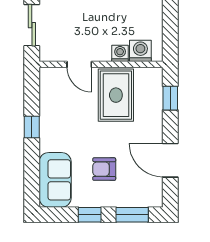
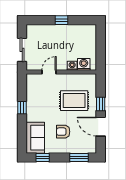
door: (79, 64) -> (49, 72), swing flipped
rug: (116, 95) -> (74, 101), moved, turned 90
window: (170, 98) -> (101, 104), moved
window: (90, 215) -> (43, 158), moved

